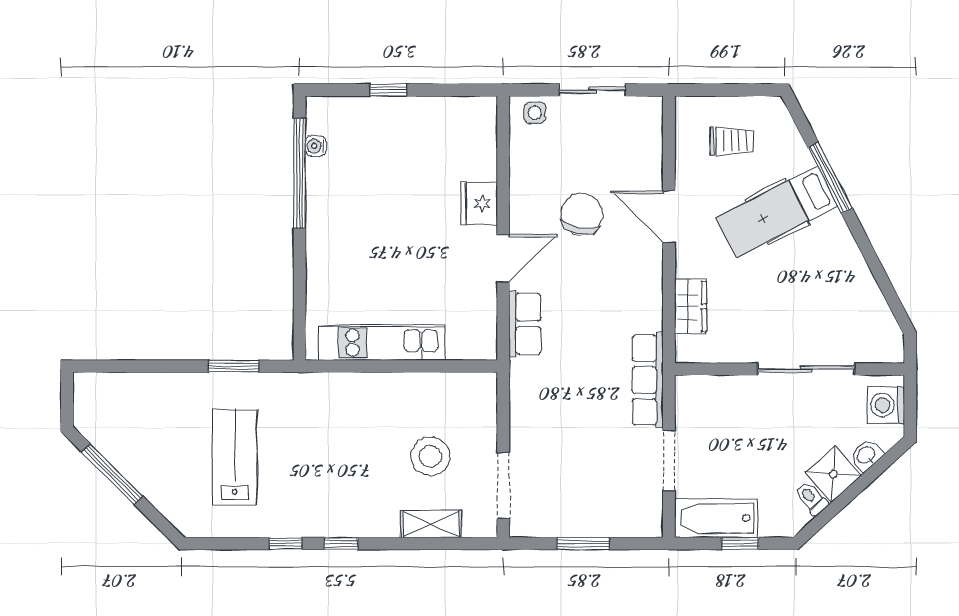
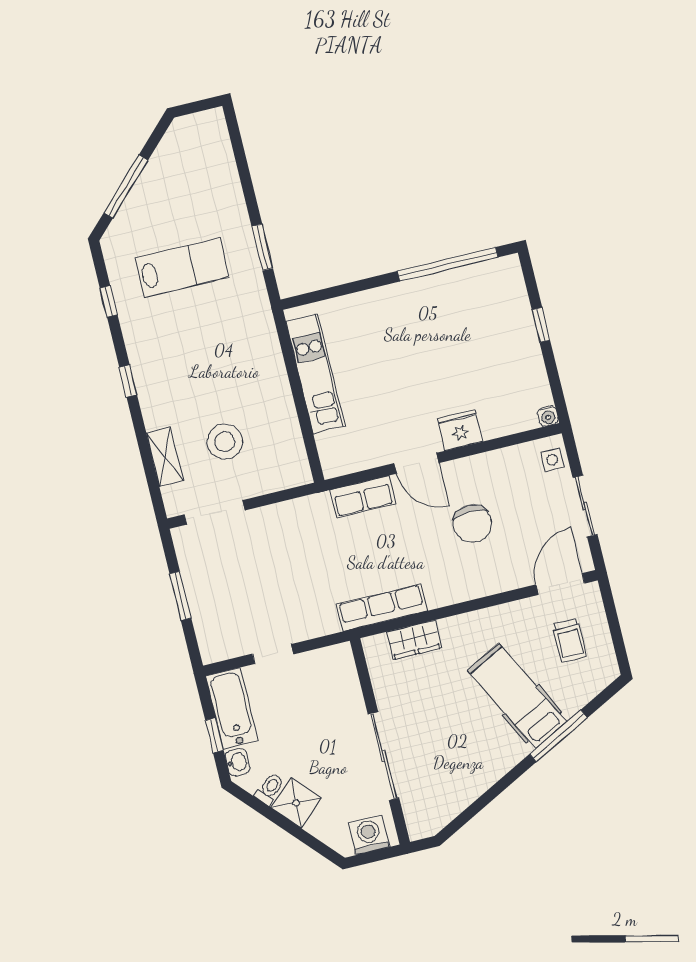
water cooler: (316, 146) -> (548, 416), moved, turned 180
chair: (582, 214) -> (472, 523), turned 79
door: (669, 217) -> (560, 584), moved
row of seats: (648, 380) -> (382, 607), moved
washbasin: (866, 455) -> (237, 762), moved, turned 42
doorway: (669, 460) -> (273, 654), width x0.73
window: (112, 474) -> (126, 187), moved
window: (286, 544) -> (109, 301), moved

